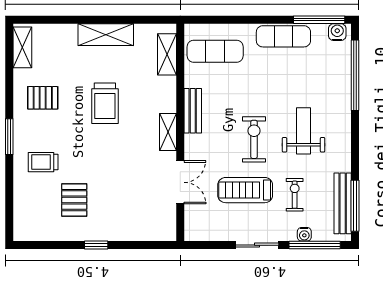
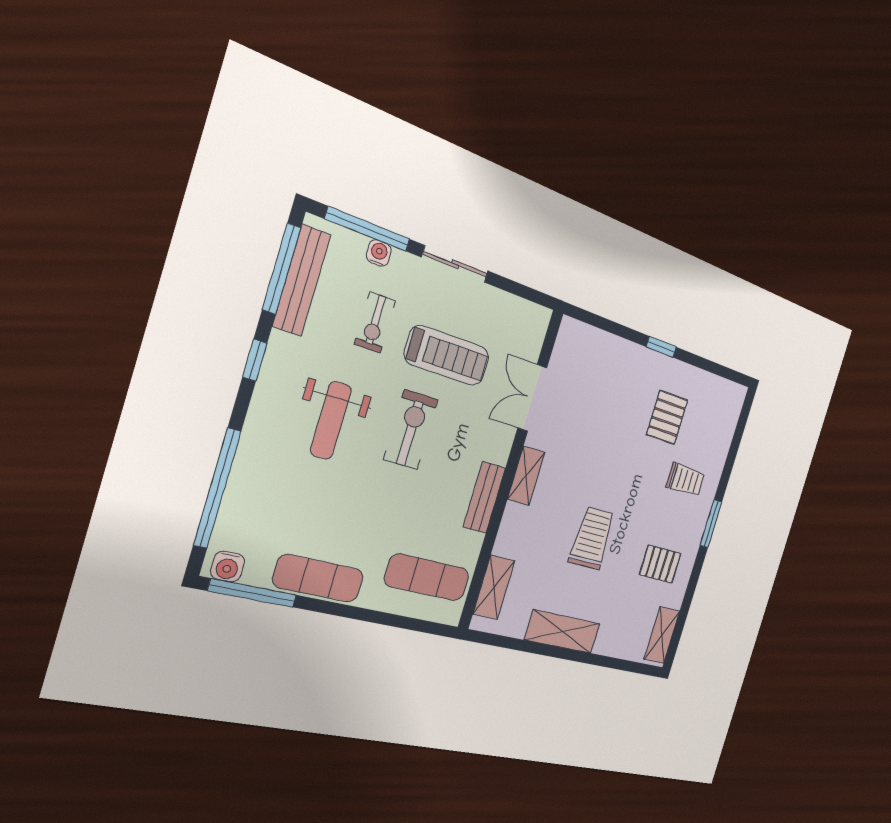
exercise bike: (254, 139) -> (411, 430), turned 180
window: (355, 152) -> (255, 360), added

